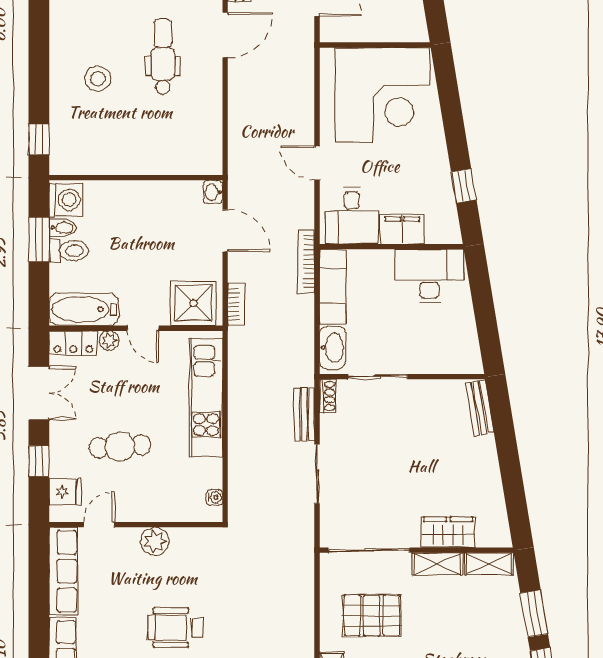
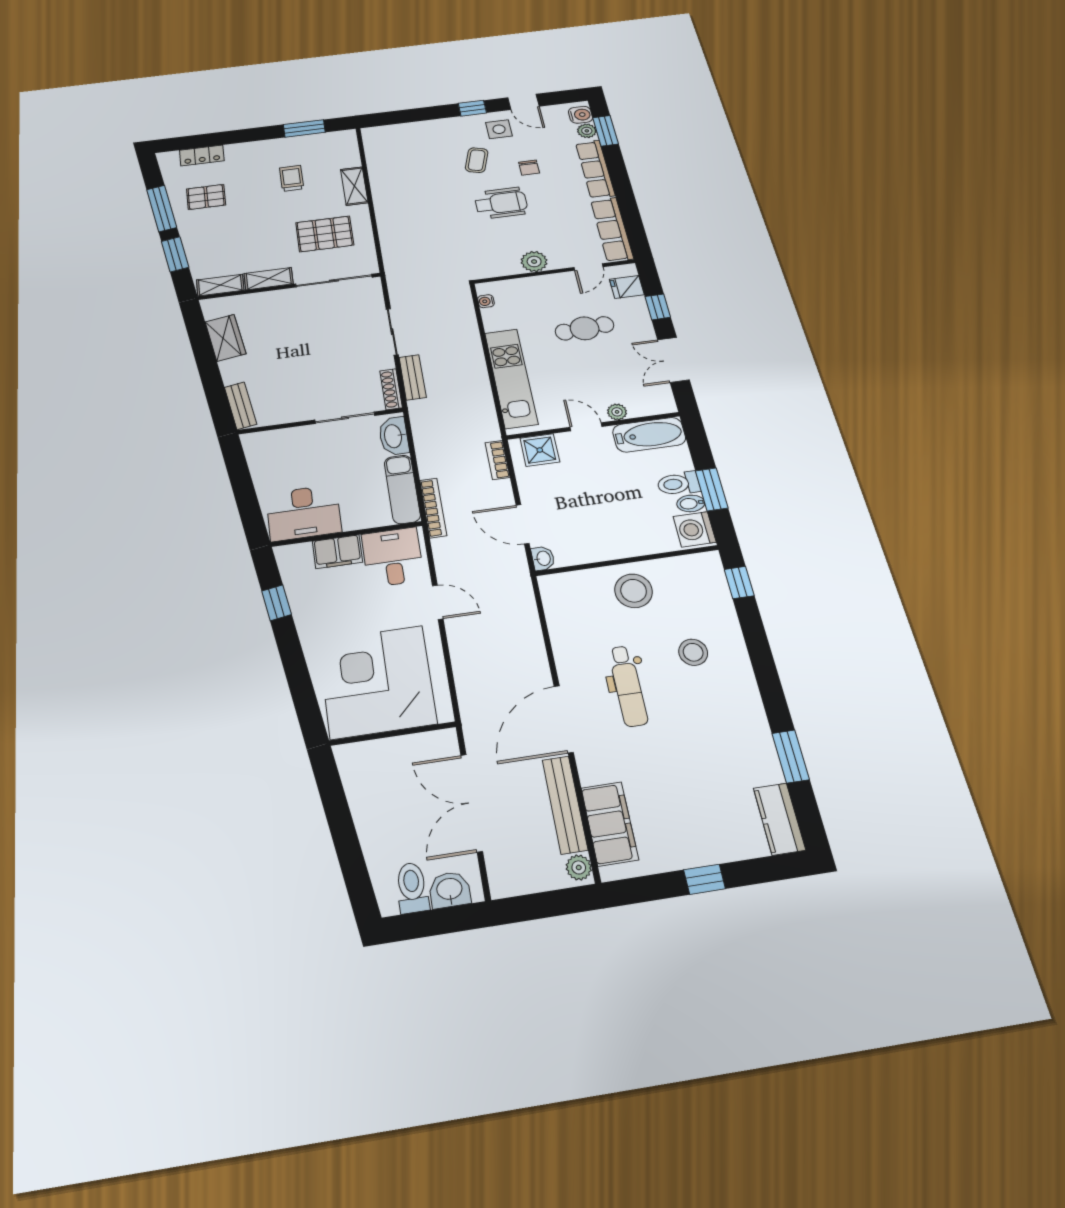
door: (225, 35) -> (564, 719), width x1.36
stool: (137, 146) -> (634, 591), added
shower: (193, 303) -> (540, 450), width x0.73, depth x0.73
locker: (73, 343) -> (652, 405), removed
shoe rack: (328, 396) -> (391, 389), width x1.43
wardrobe: (448, 532) -> (225, 338), moved, turned -99

